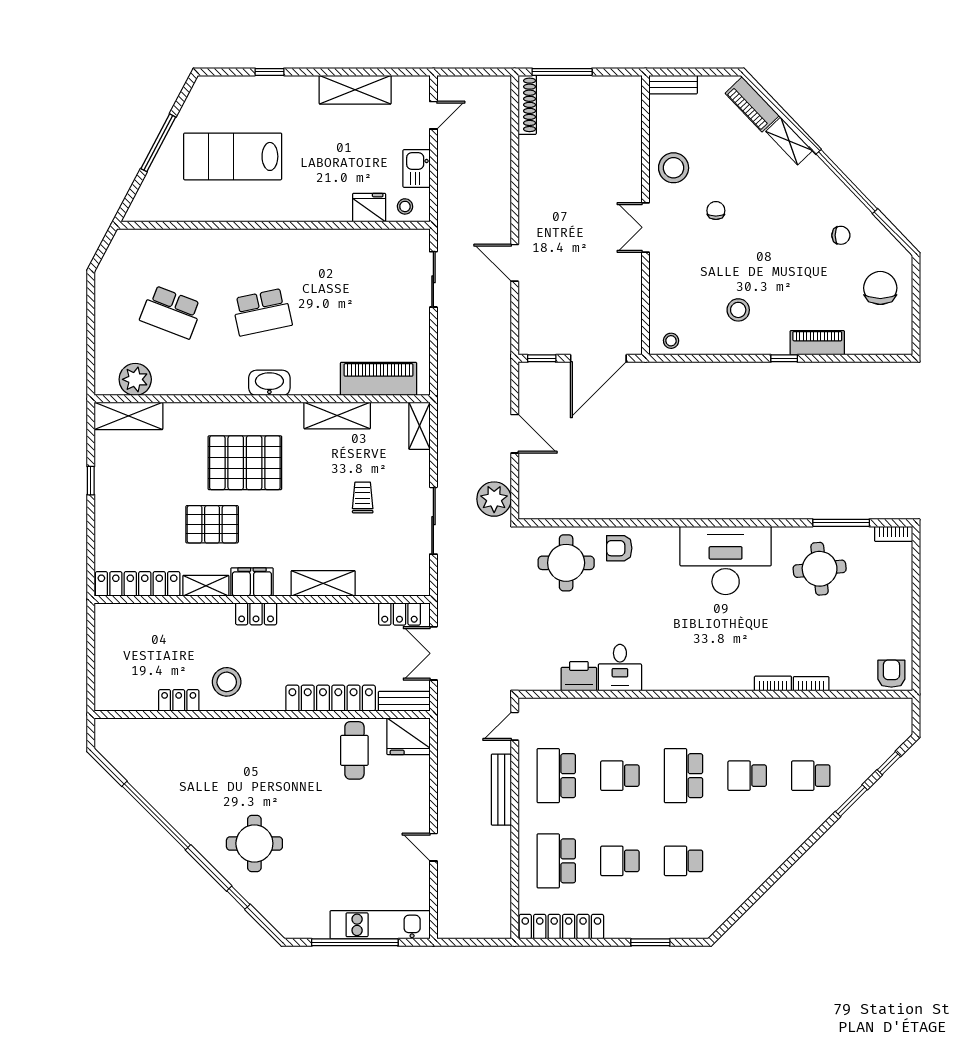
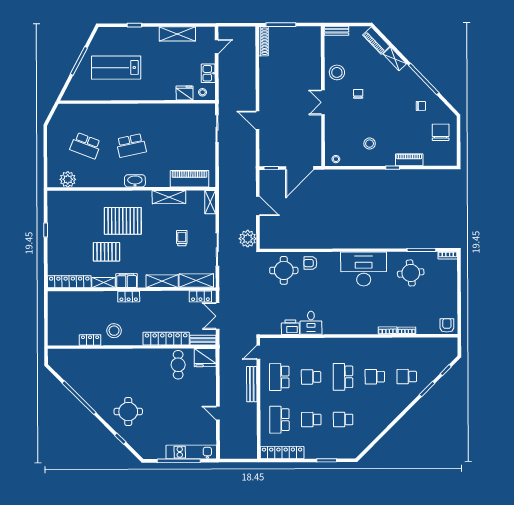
shelving: (128, 416) -> (196, 281), moved

